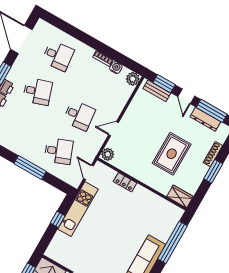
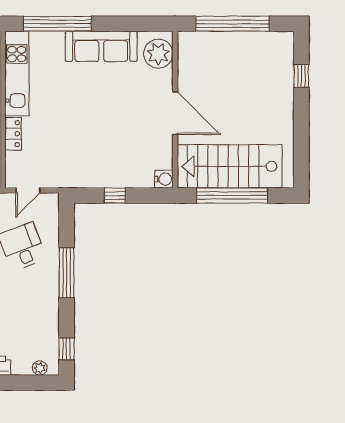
kitchen unit: (78, 209) -> (17, 73), moved, turned 90
water cooler: (51, 252) -> (164, 179), added

